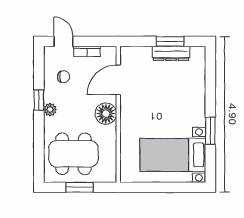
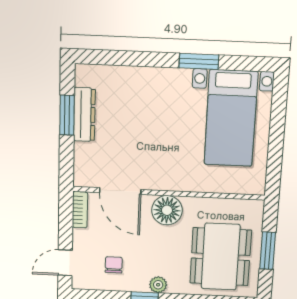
bookcase: (87, 51) -> (80, 210), moved

